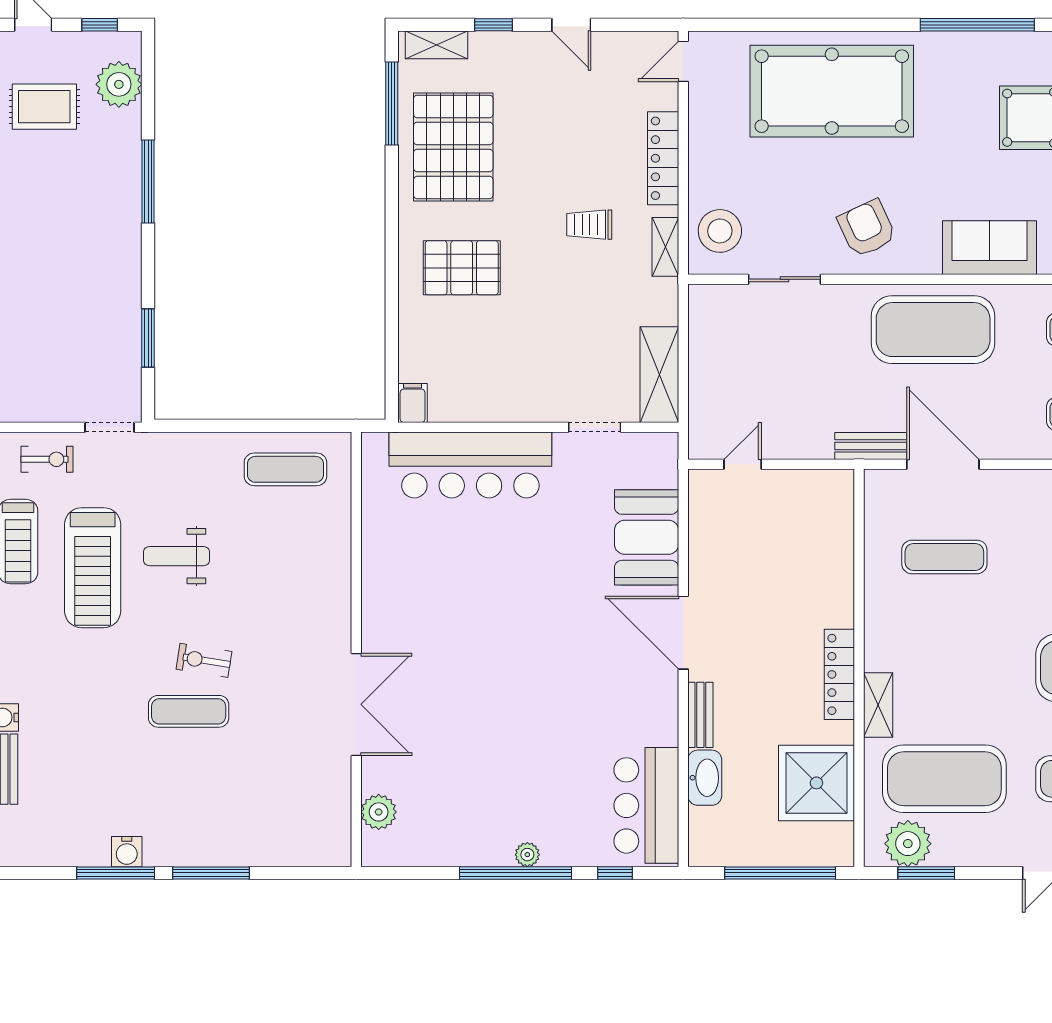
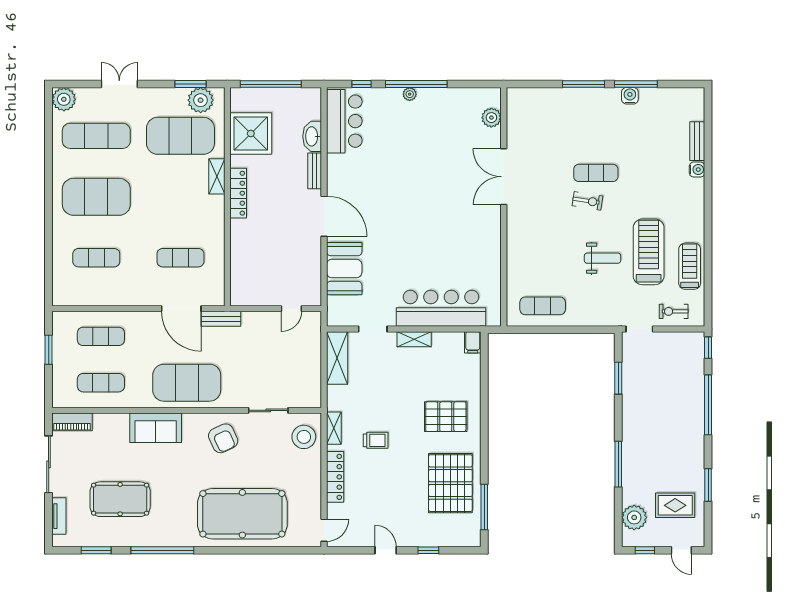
shelving: (437, 45) -> (414, 339), moved

